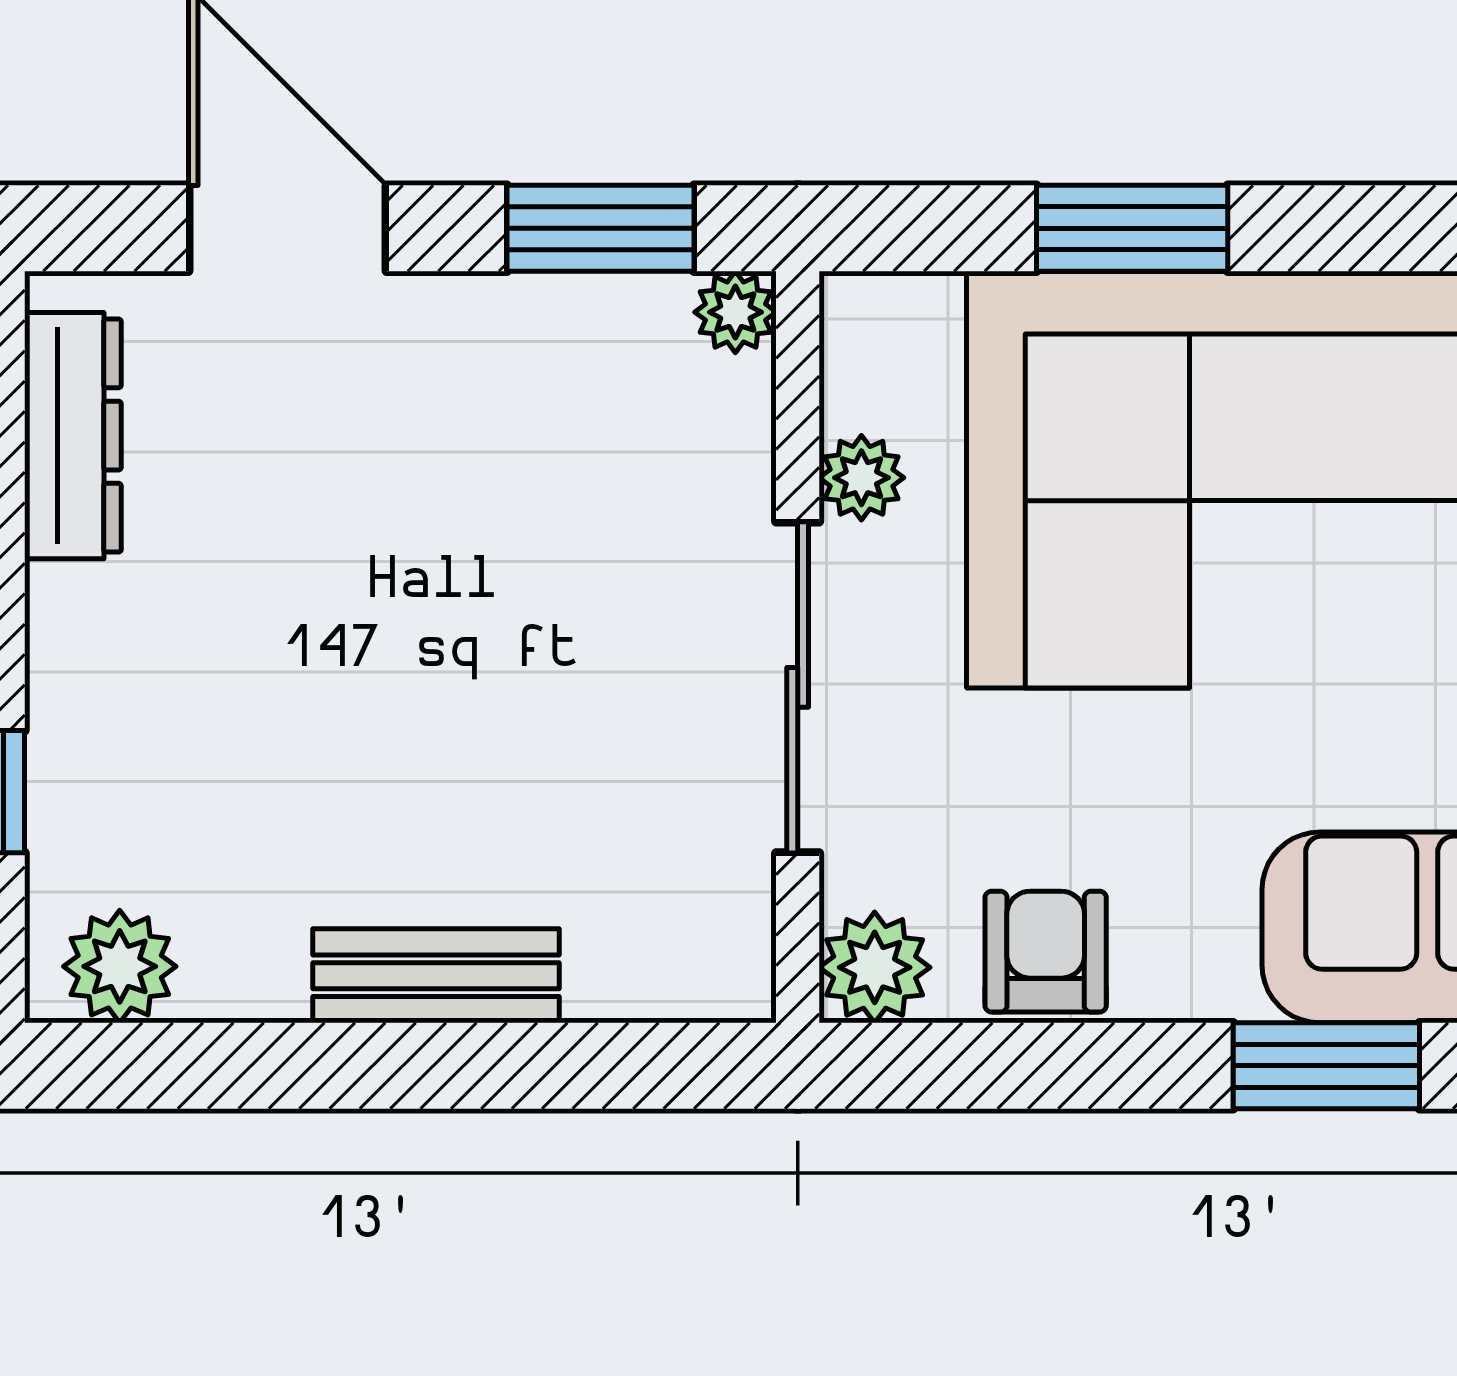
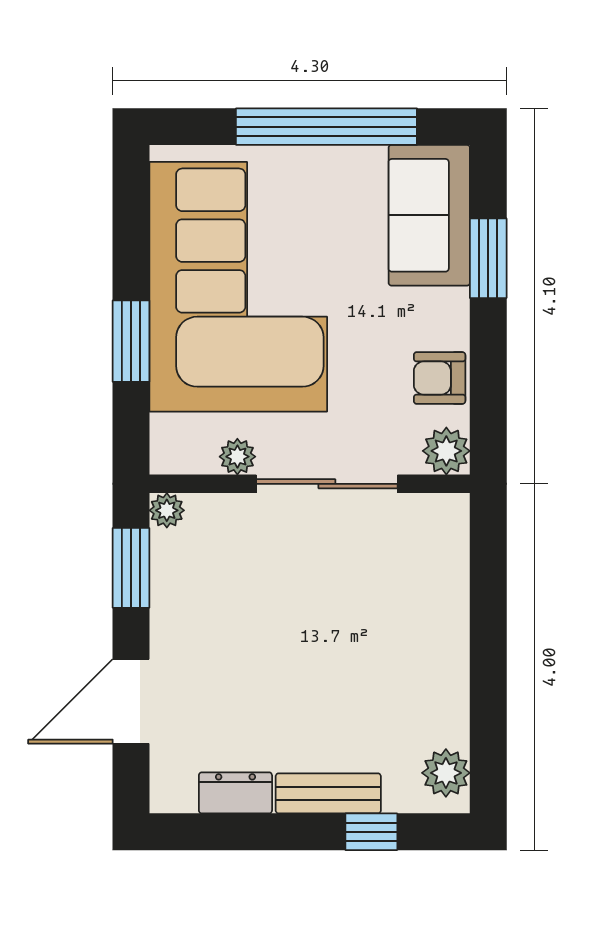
dresser: (73, 436) -> (235, 793), width x0.70
bench: (436, 976) -> (328, 793), moved, turned 90

